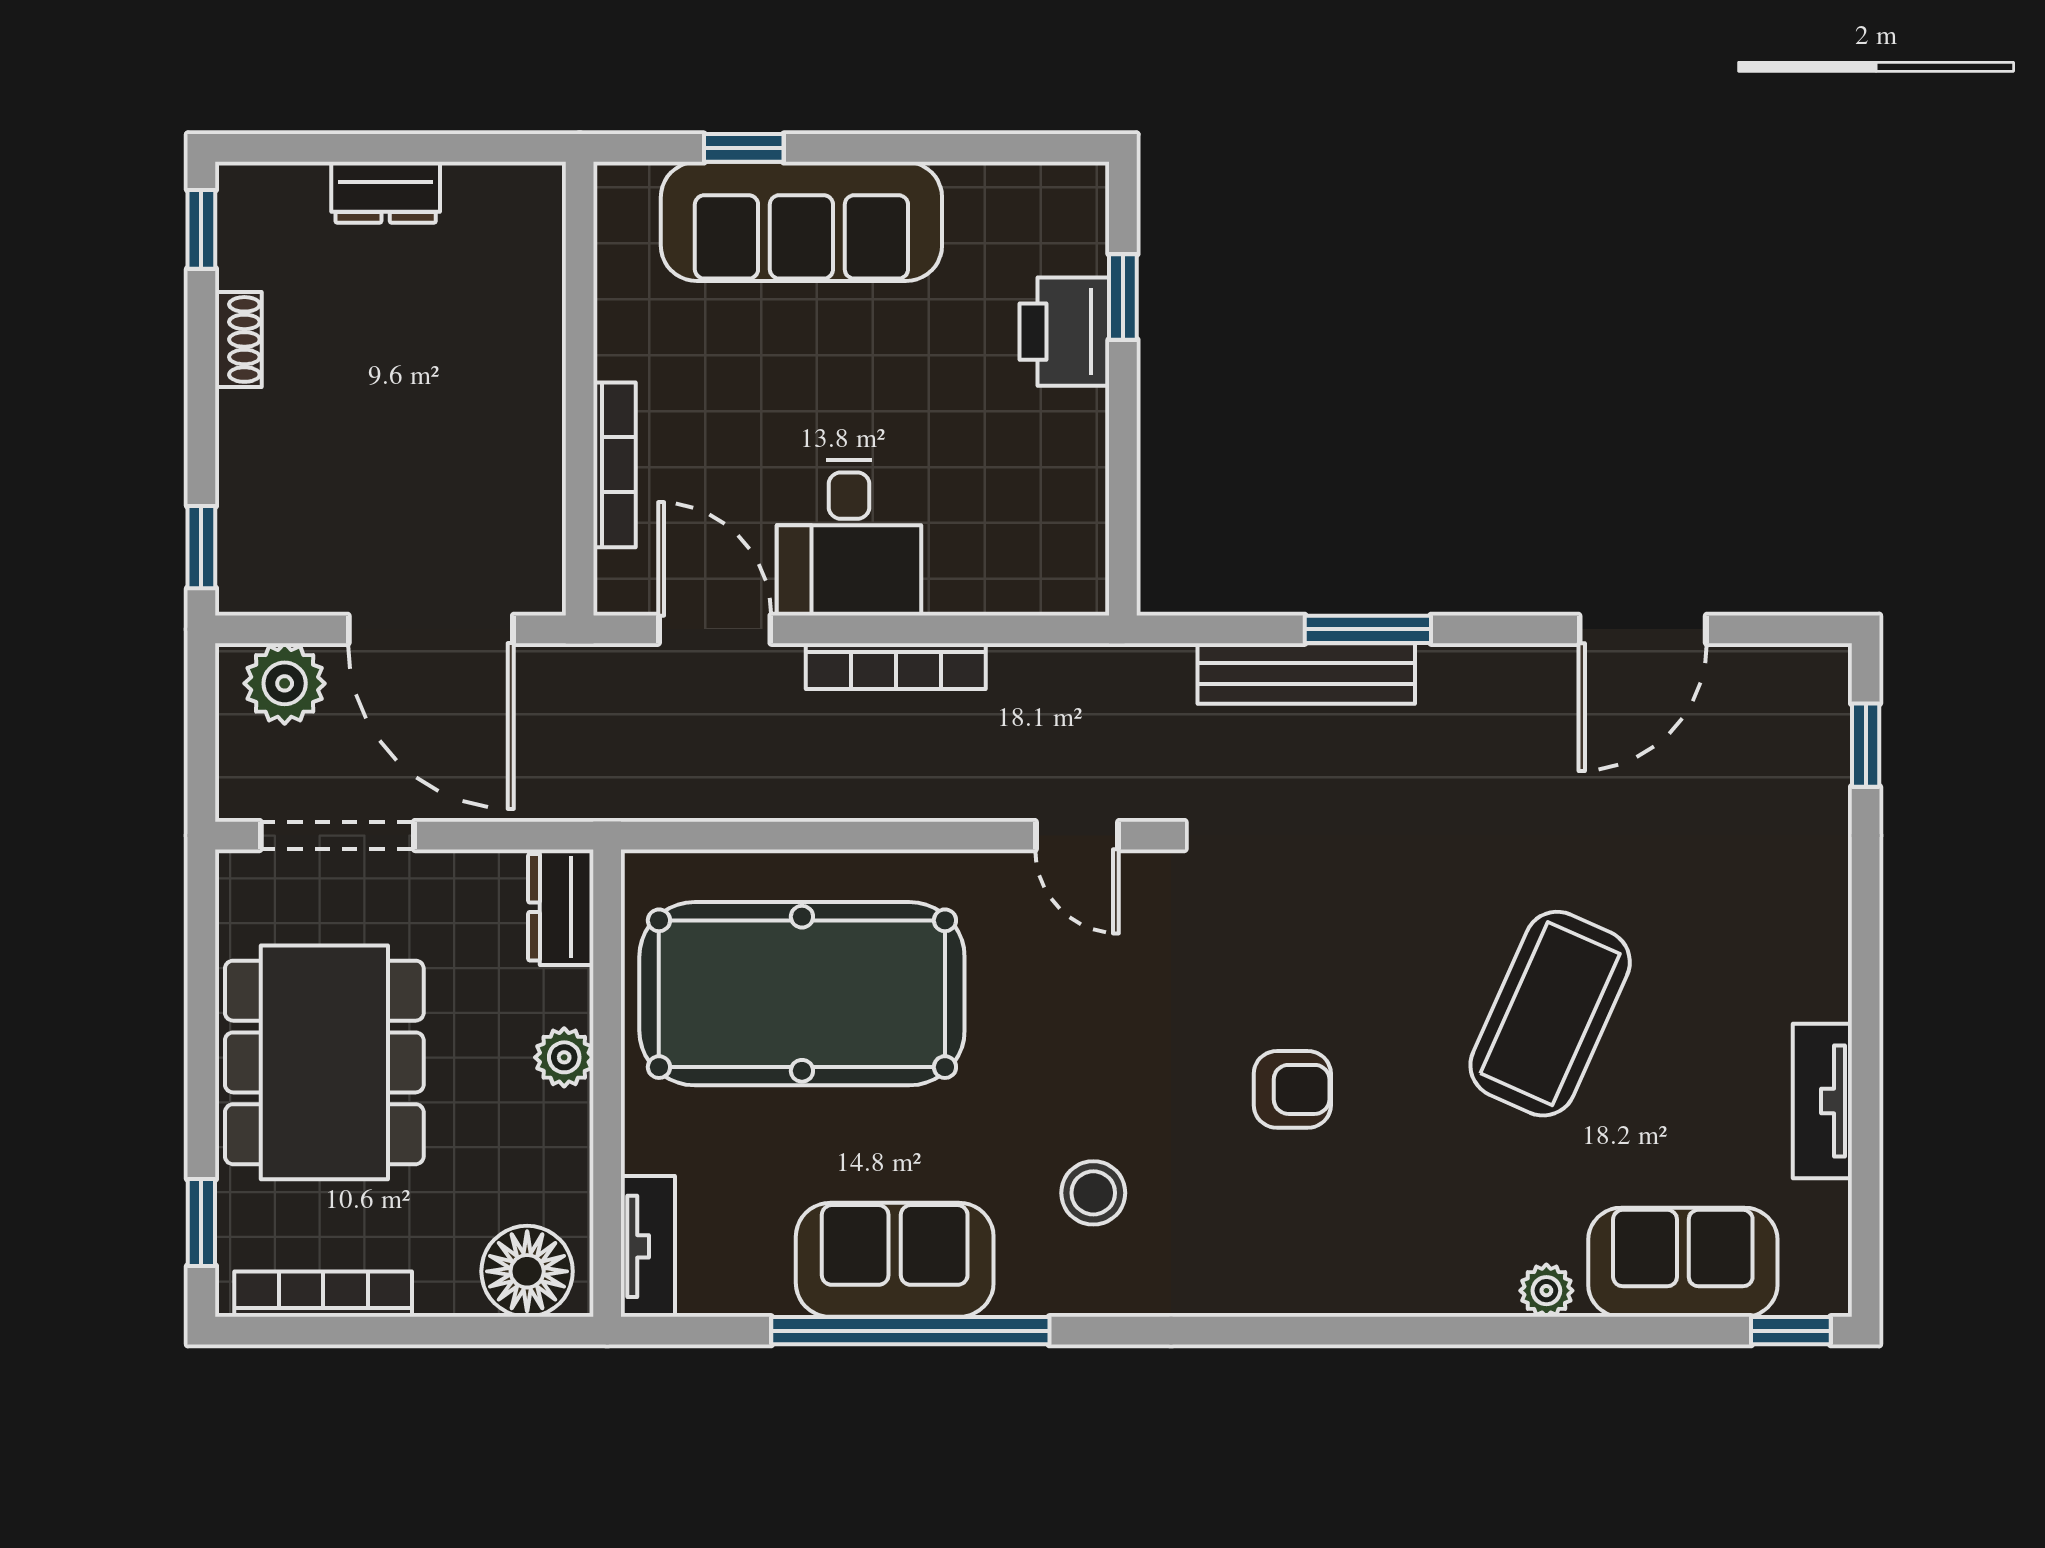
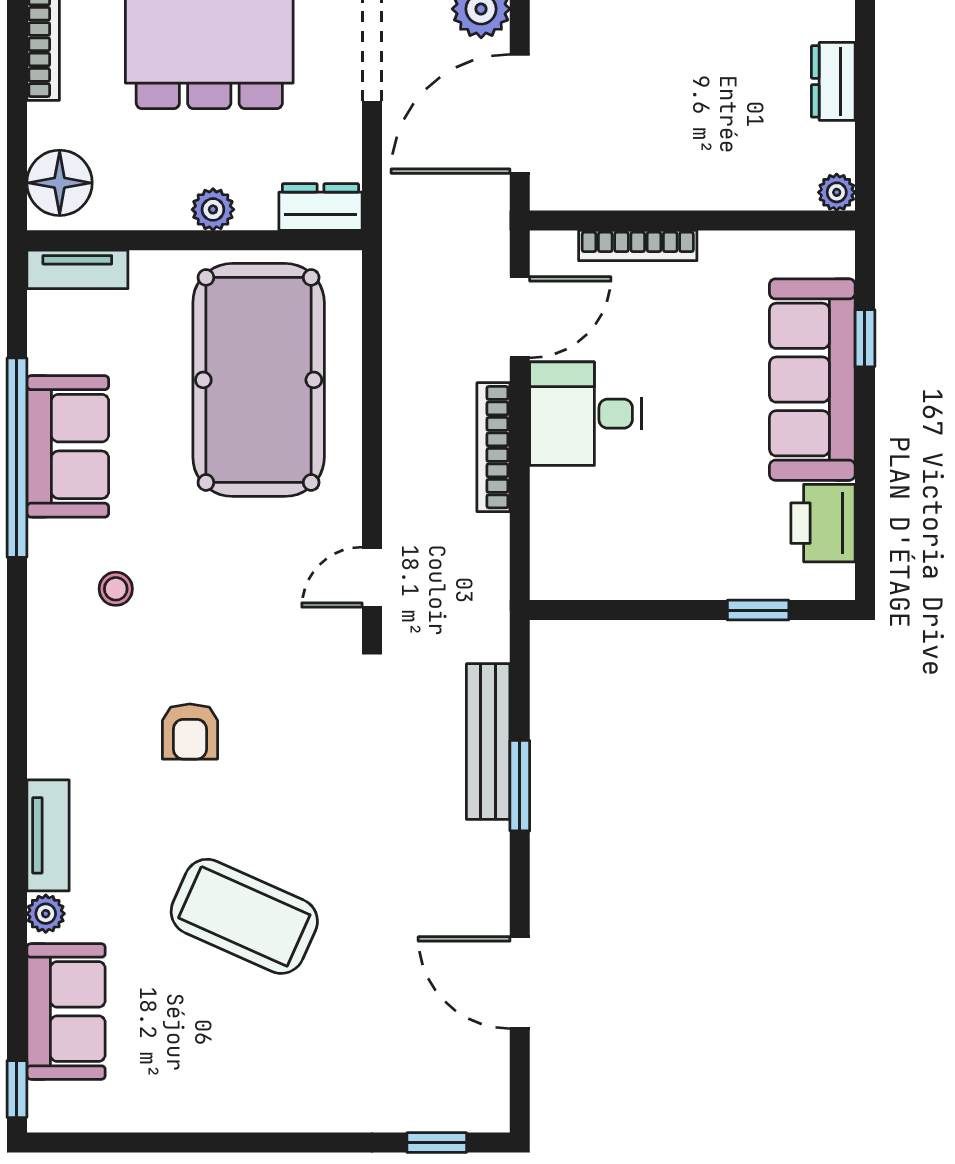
plant: (540, 187) -> (837, 192), added
printer: (1064, 332) -> (823, 523), moved, turned -90
tv unit: (1822, 1101) -> (48, 835), moved, turned 90
stool: (1093, 1193) -> (116, 589), width x0.73, depth x0.73

